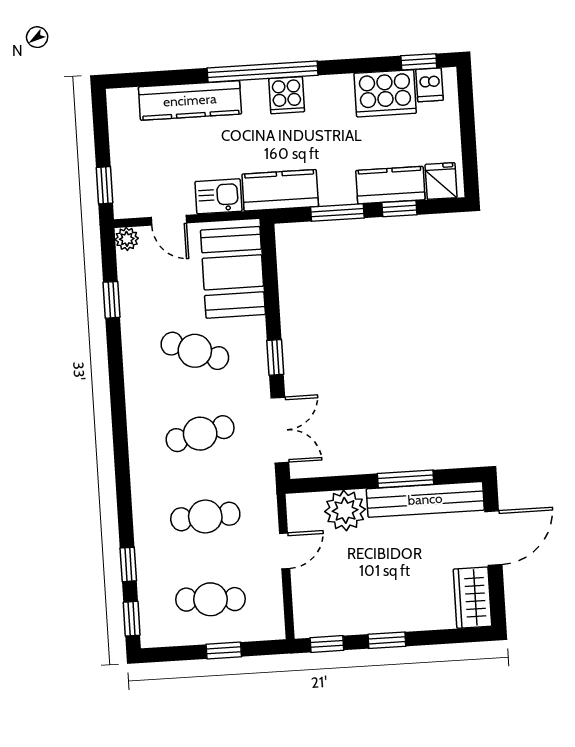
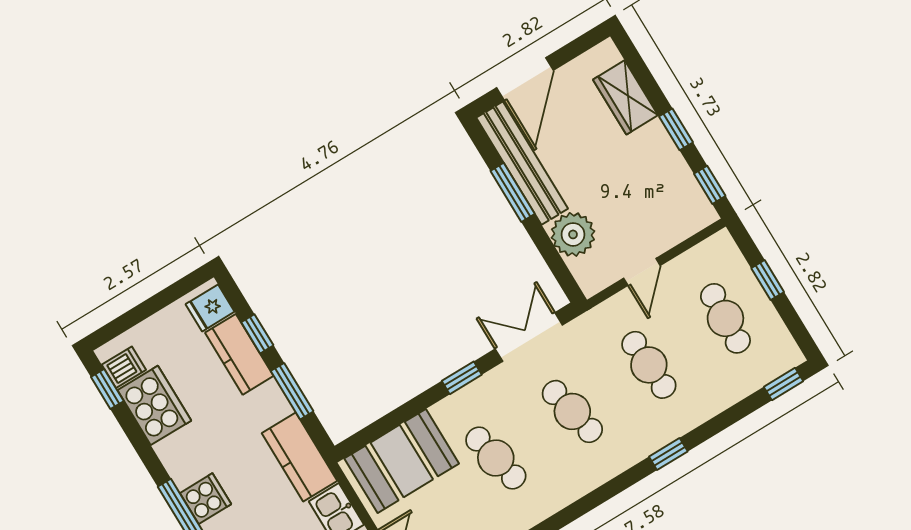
cafe table: (195, 351) -> (496, 458), turned -33
door: (493, 538) -> (525, 79), swing flipped
door: (285, 551) -> (642, 272), swing flipped
window: (128, 564) -> (668, 454), moved
wardrobe: (472, 598) -> (626, 97), moved, turned 90

